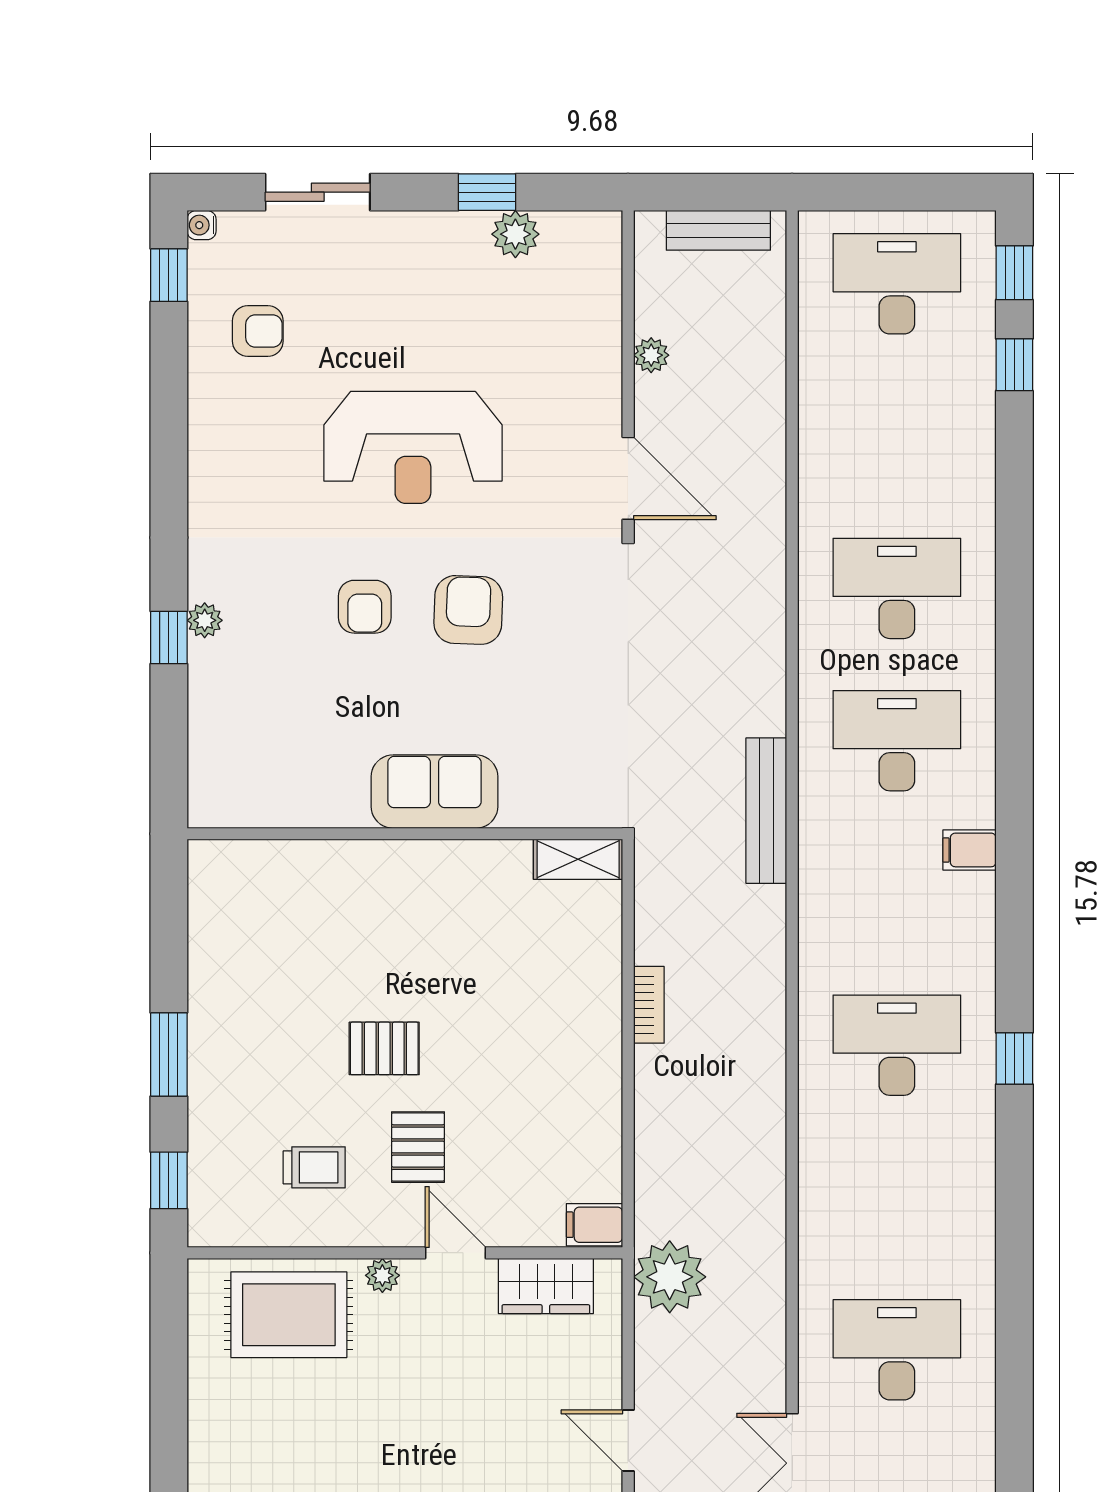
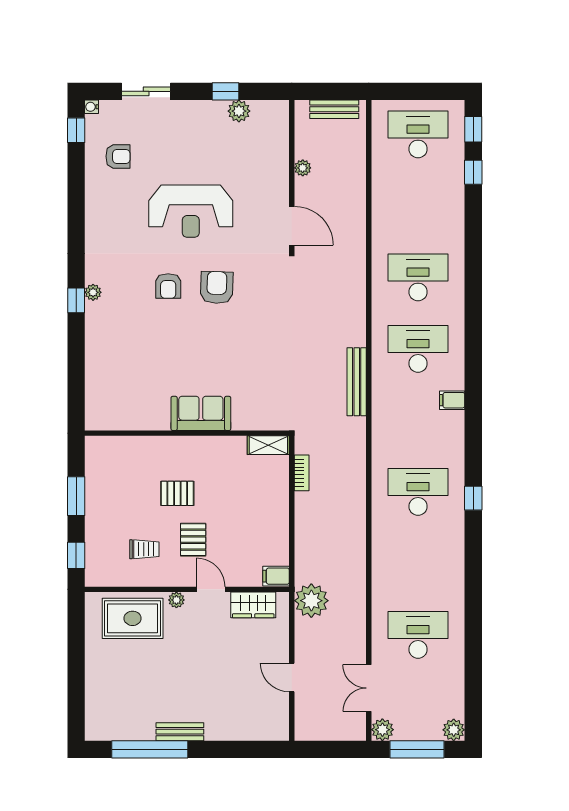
sofa: (434, 792) -> (201, 413), moved
wall: (405, 834) -> (187, 433), moved
shelving: (578, 859) -> (268, 445), moved

